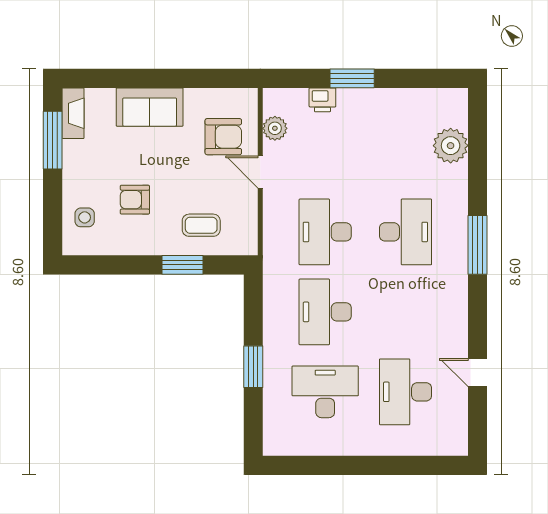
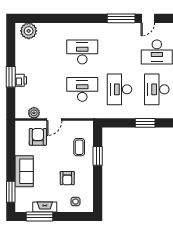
window: (106, 78) -> (11, 192), added
printer: (322, 100) -> (21, 80), moved
fireplace: (73, 113) -> (45, 207), moved
plant: (451, 146) -> (29, 31), moved
desk: (325, 232) -> (82, 89), turned 180
window: (477, 245) -> (121, 18), moved
desk: (325, 312) -> (120, 89), turned 90

